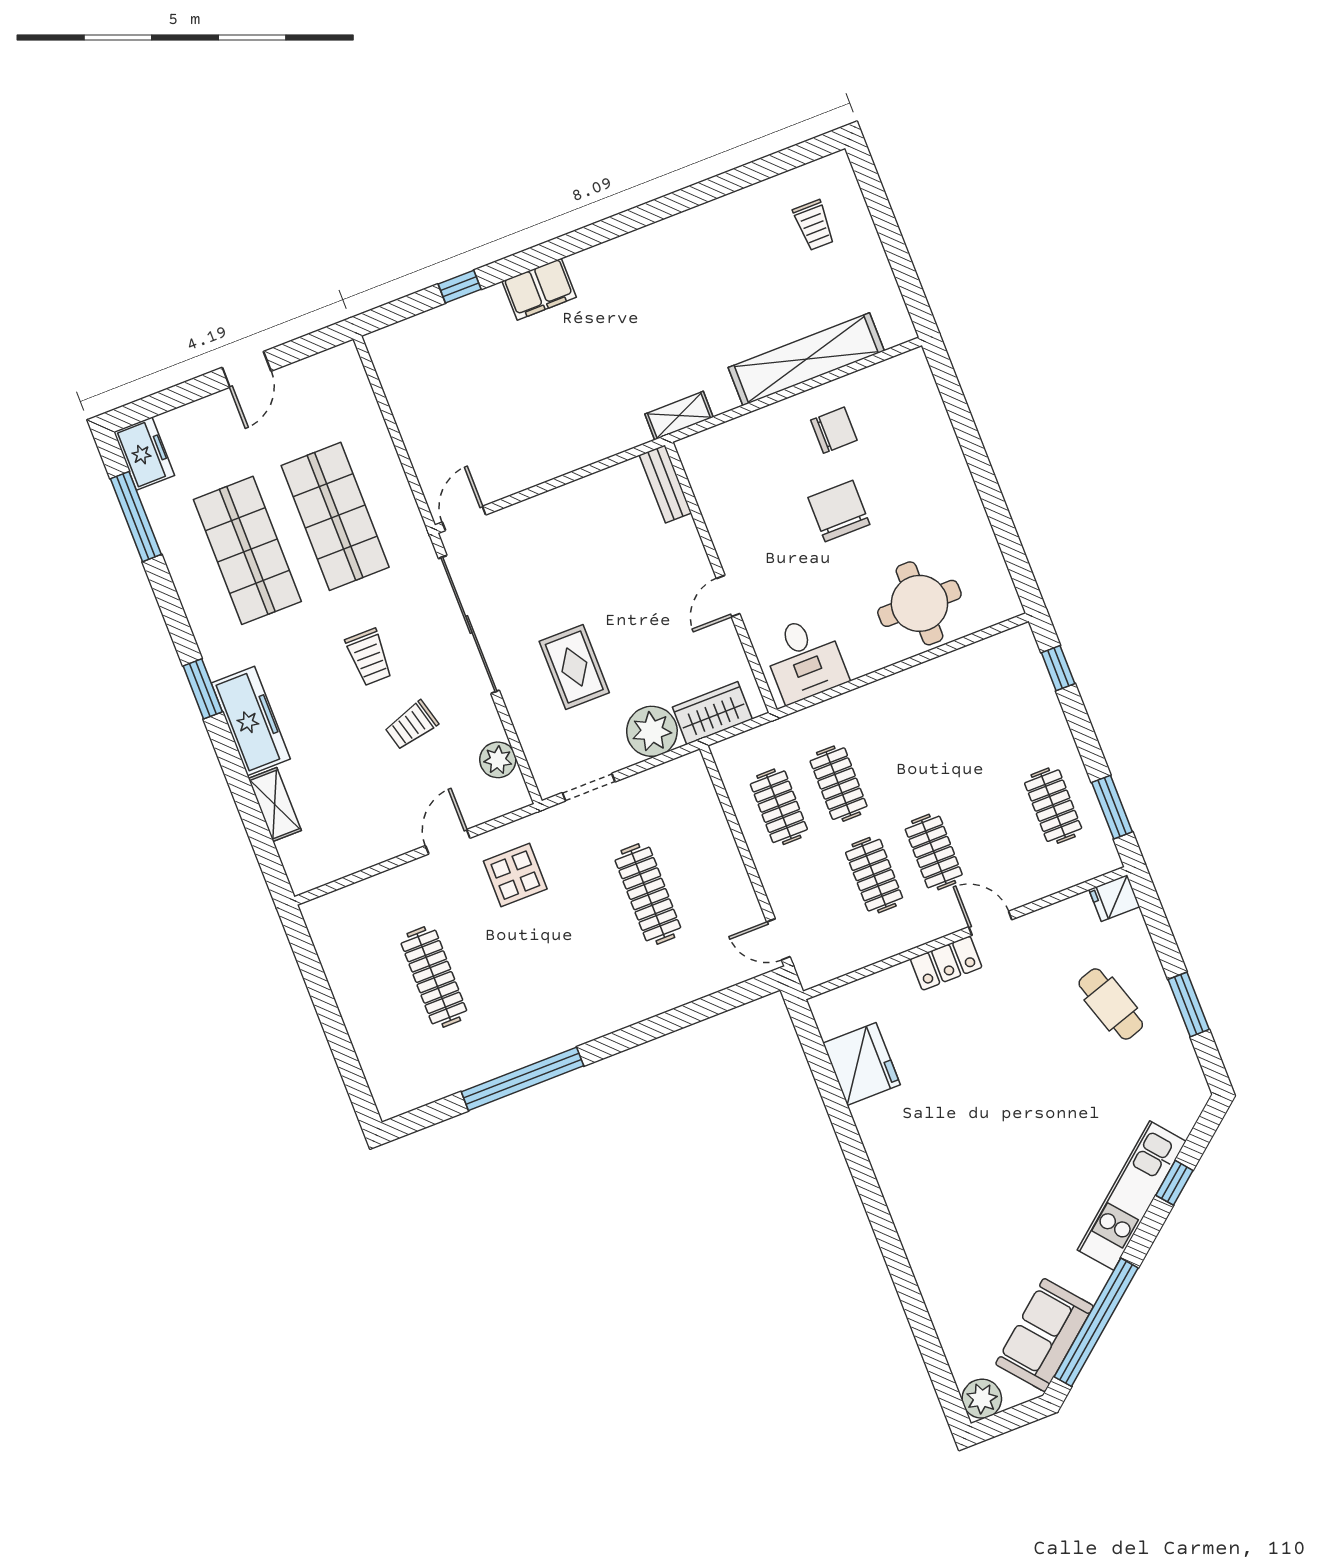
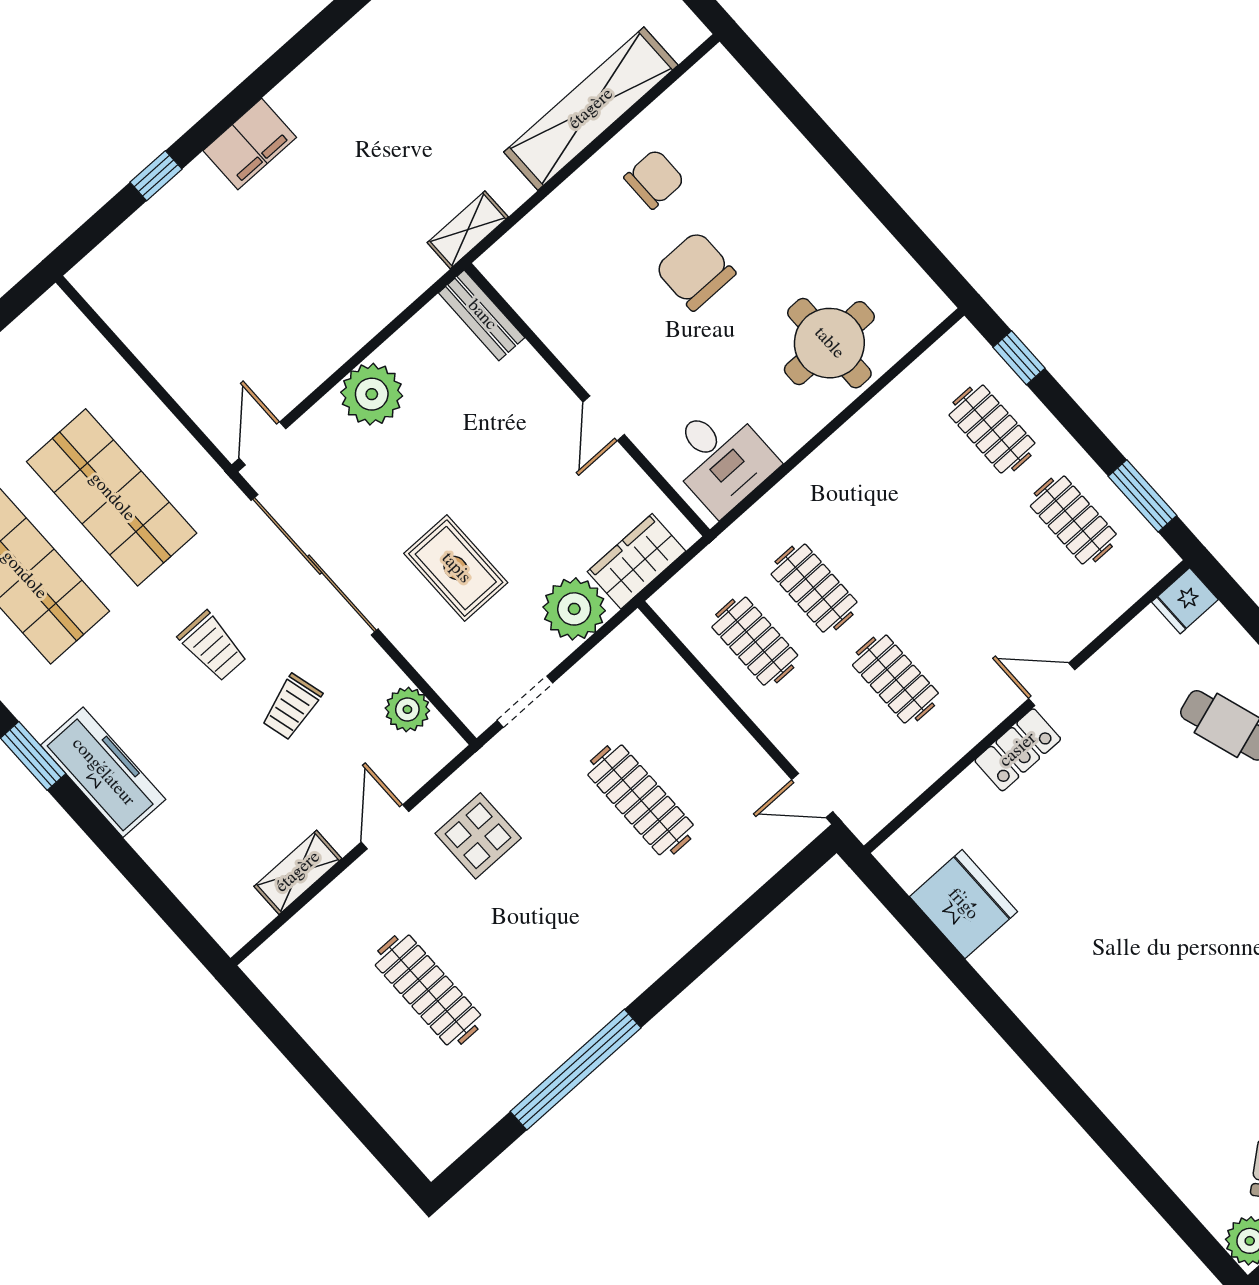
plant: (560, 512) -> (372, 394), added
shelving: (275, 805) -> (298, 872), moved, turned 90
clothes rail: (934, 852) -> (992, 429), moved

